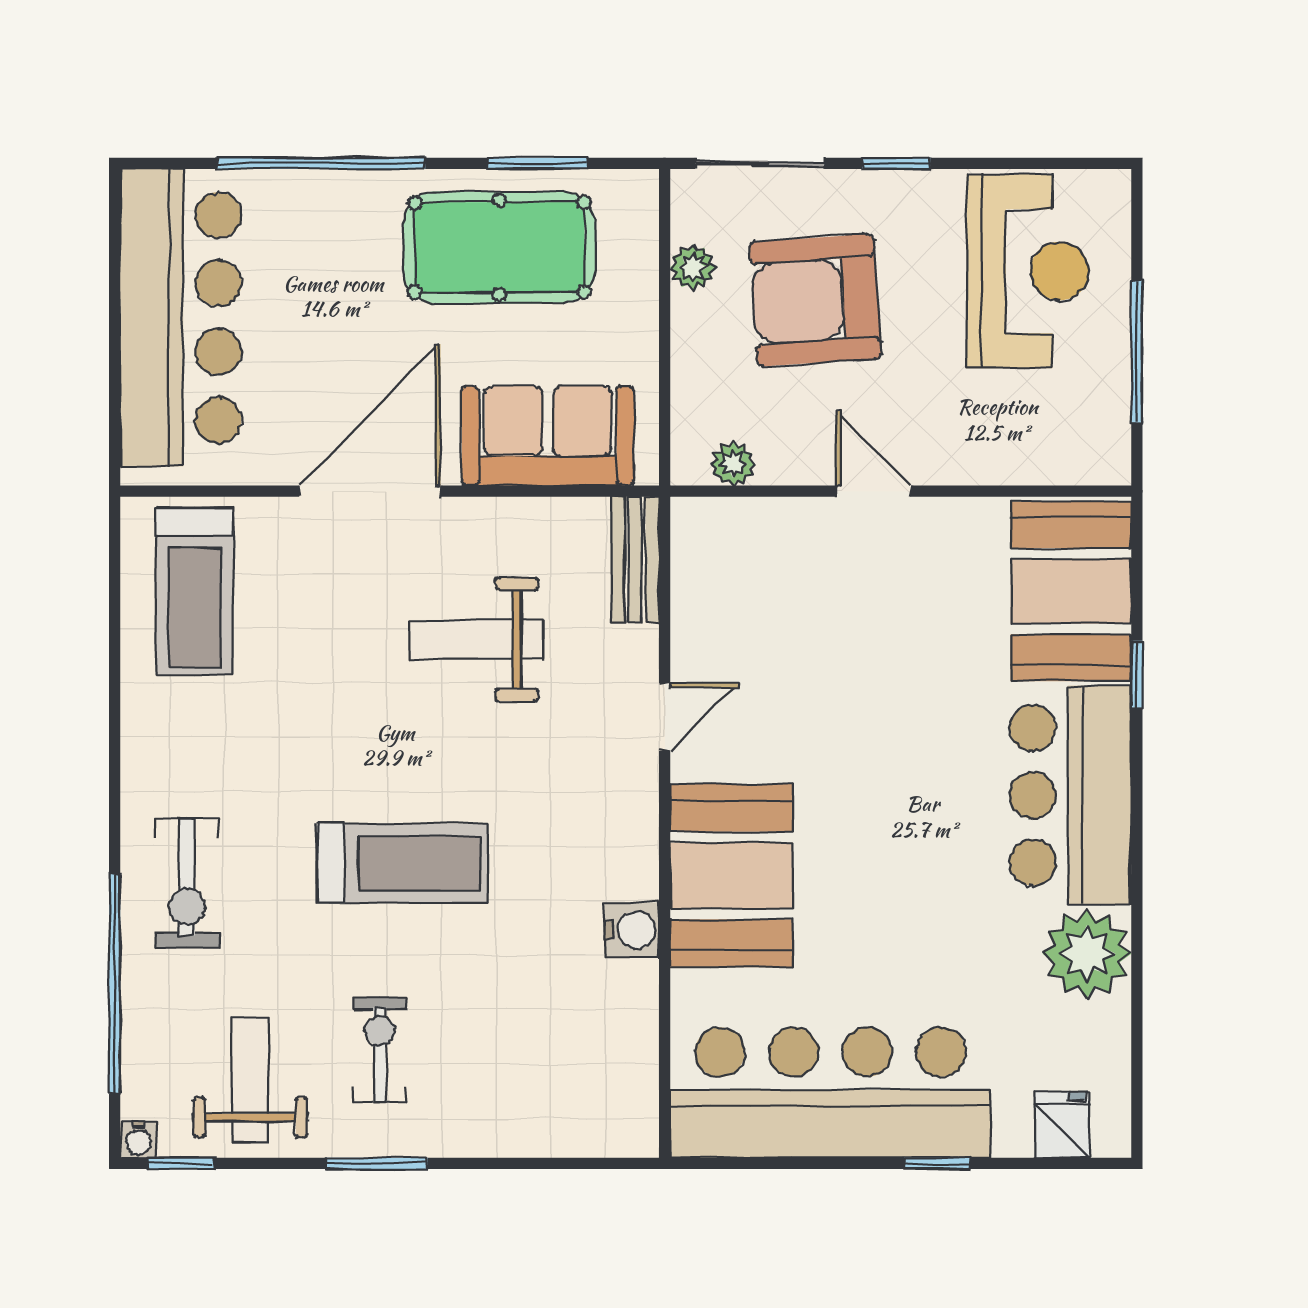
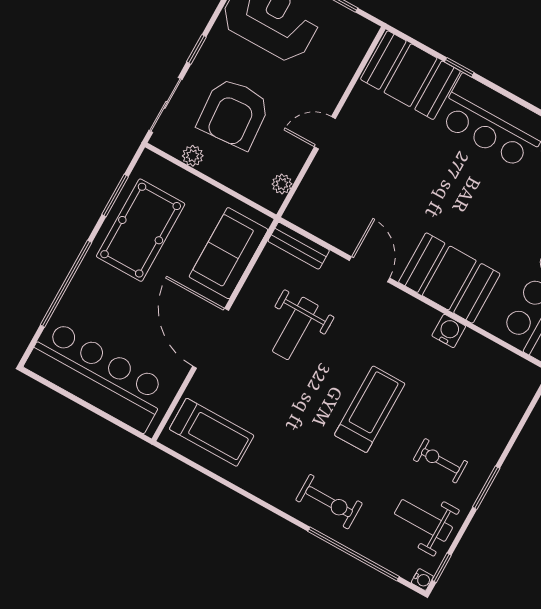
door: (665, 717) -> (369, 269), width x1.38

